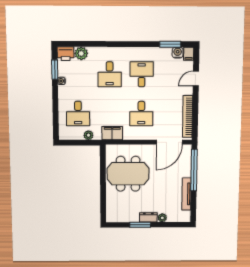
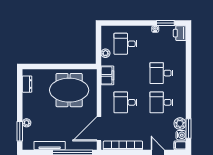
plant: (81, 53) -> (180, 124), moved
desk: (142, 74) -> (161, 102), turned 180
door: (169, 142) -> (99, 129), hinge flipped
meeting table: (128, 174) -> (69, 90), turned 90
dresser: (148, 217) -> (27, 84), moved
window: (140, 225) -> (20, 131), moved

